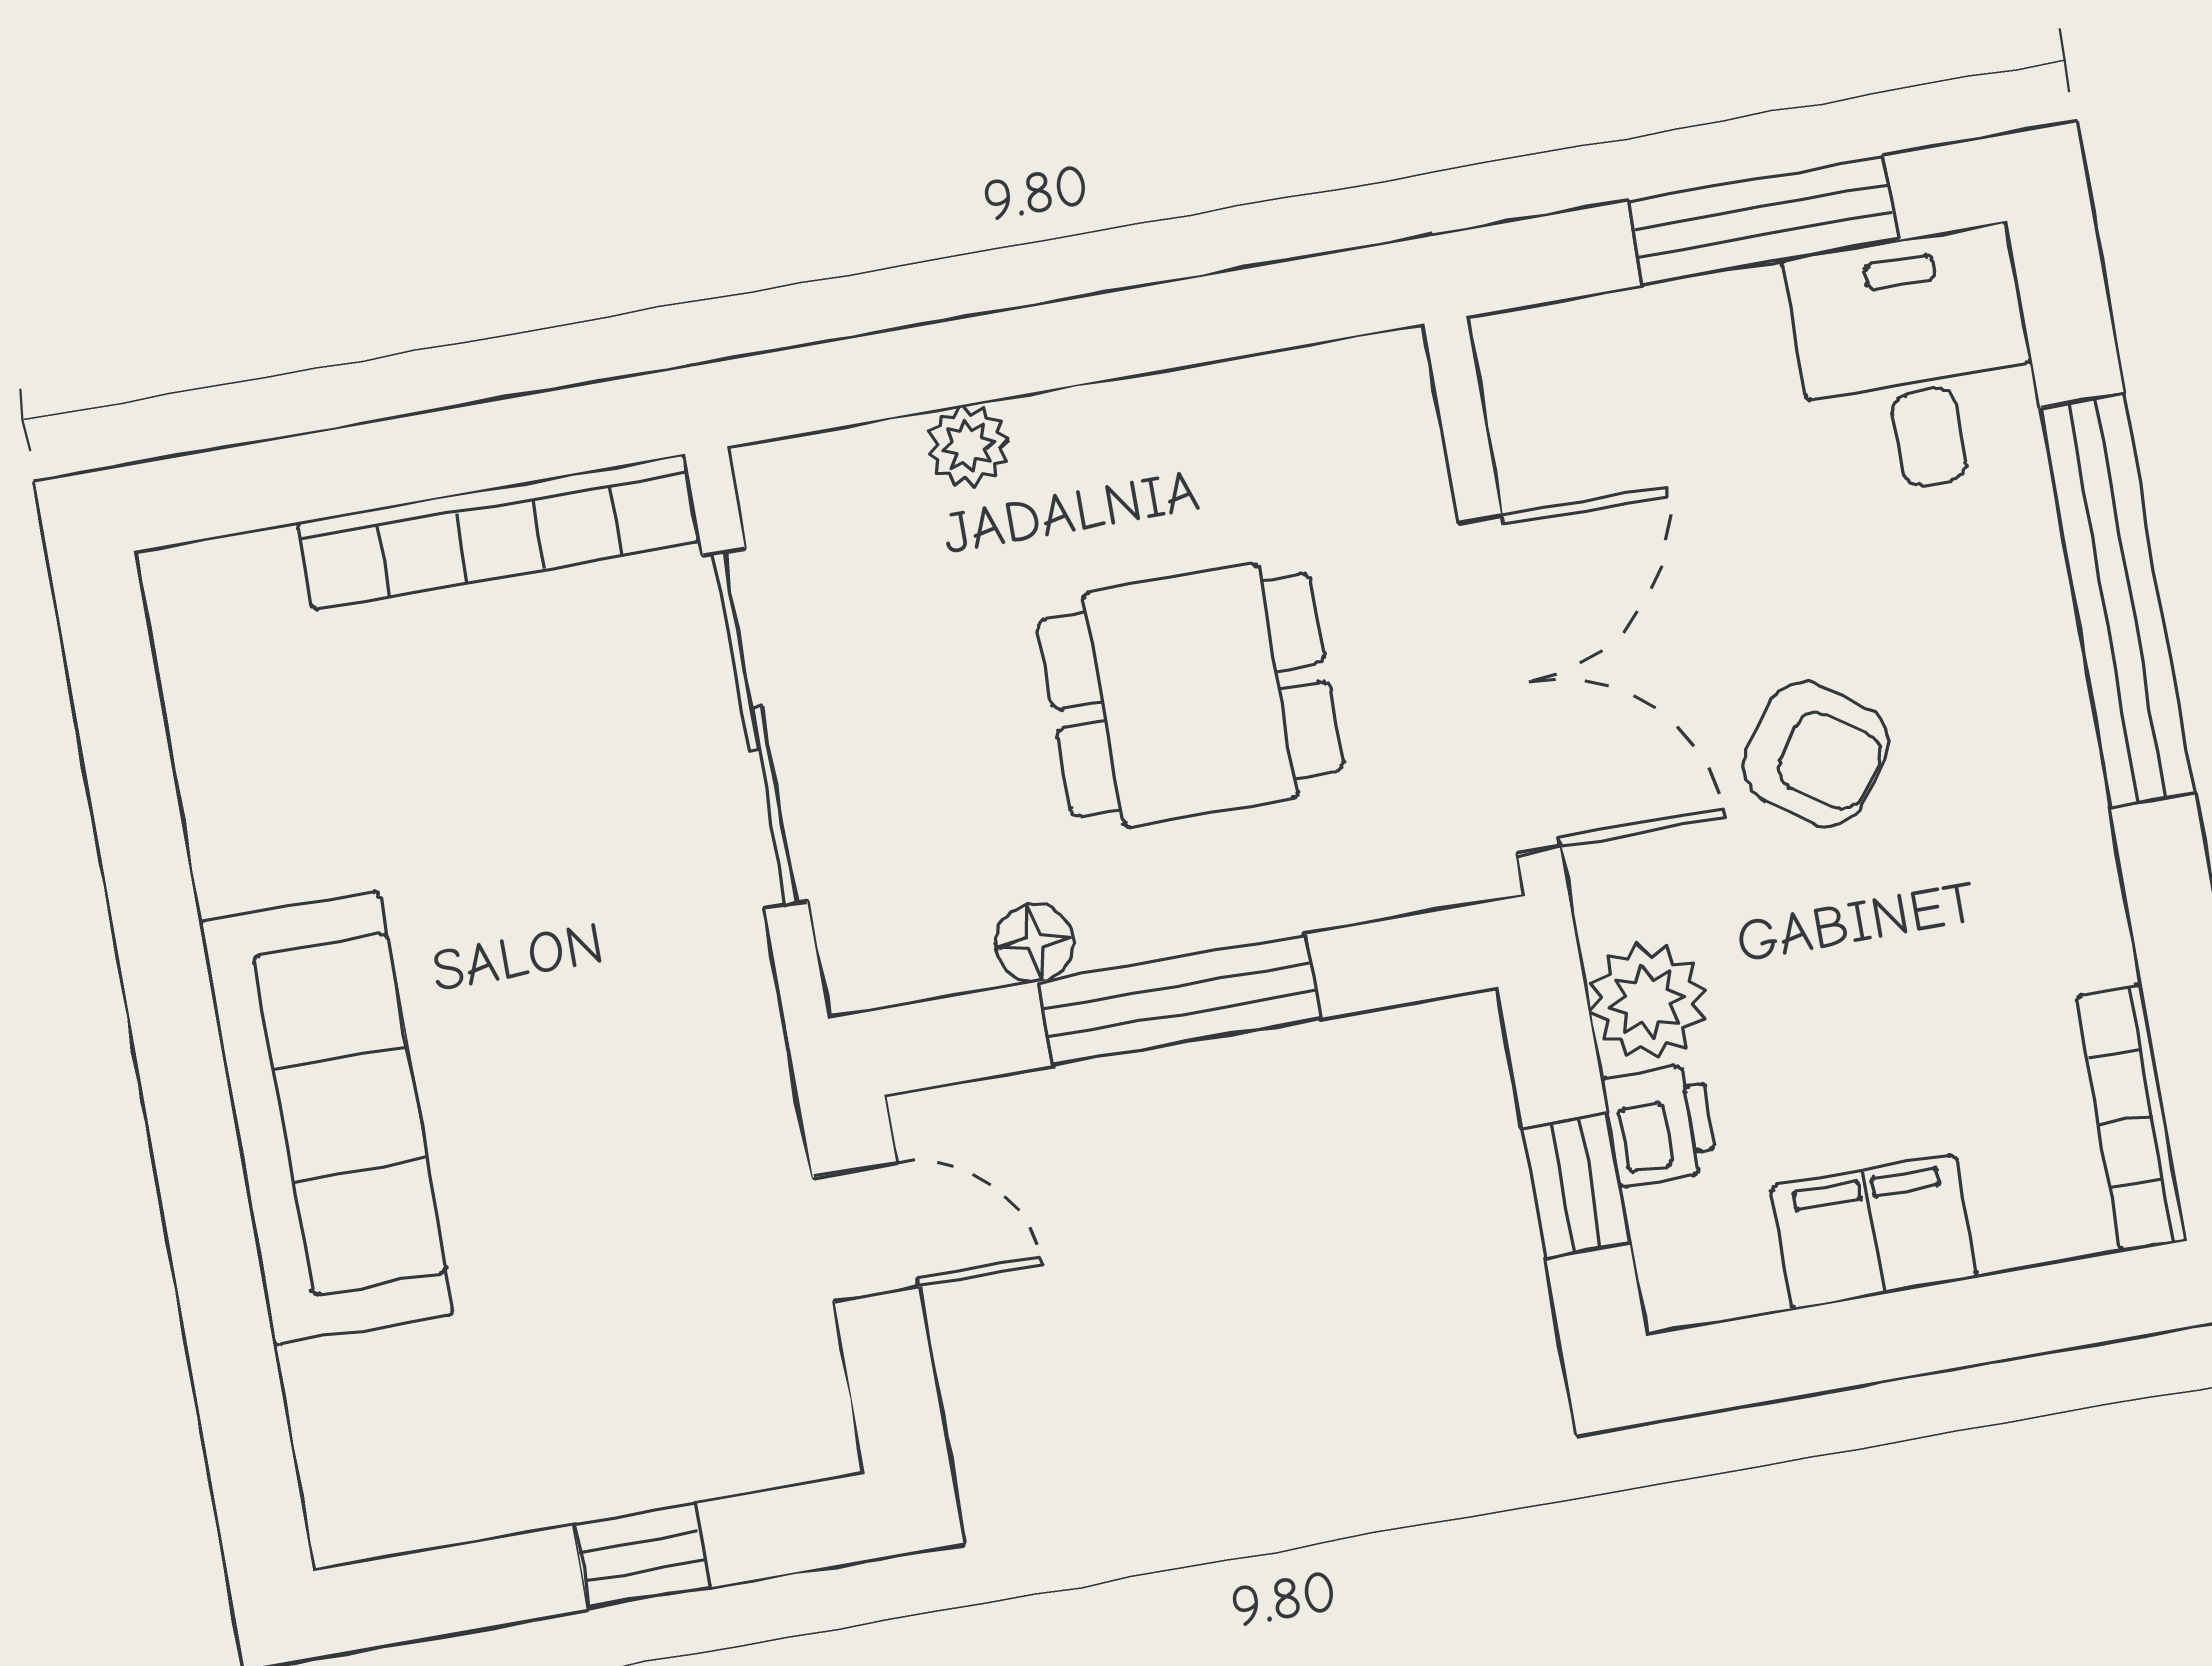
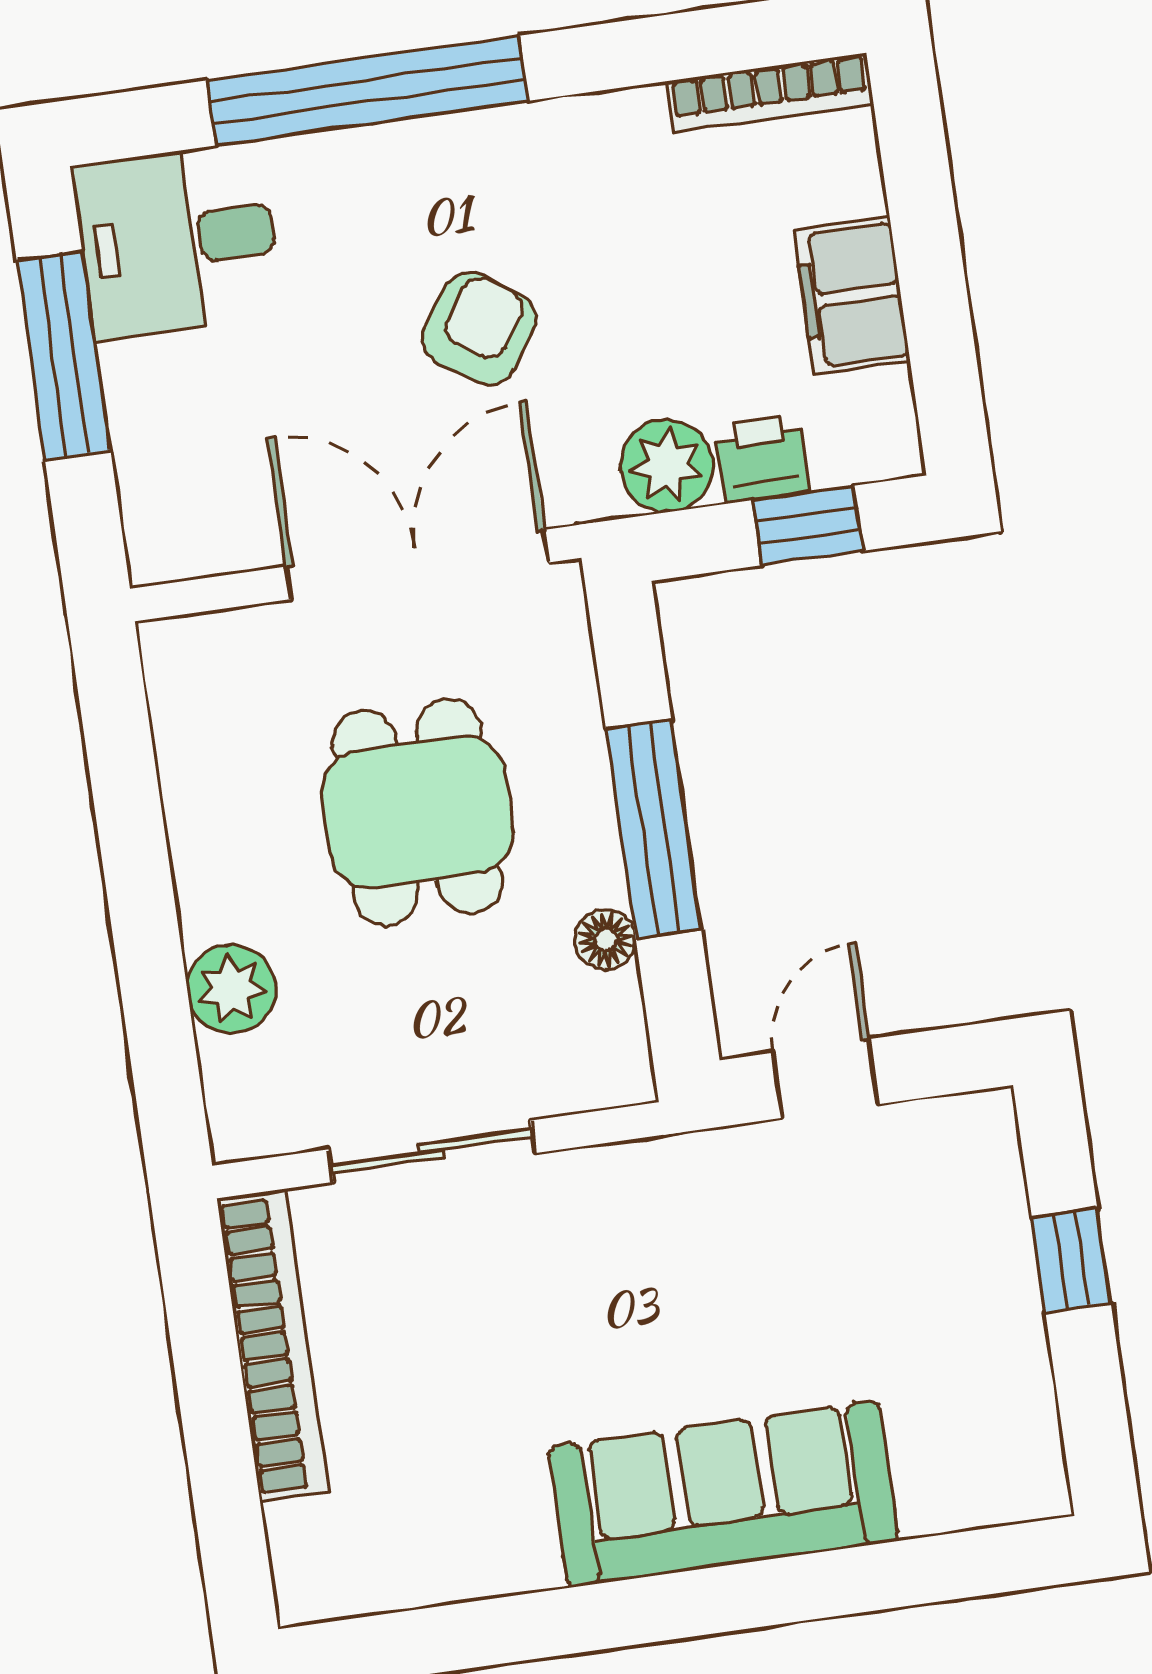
plant: (968, 446) -> (232, 989), width x1.38, depth x1.38
sliding door: (755, 728) -> (432, 1151), width x0.73

